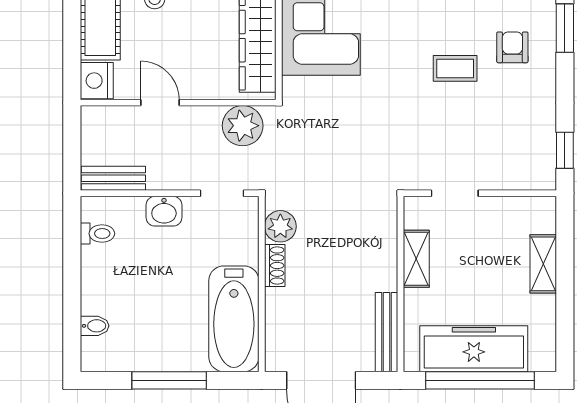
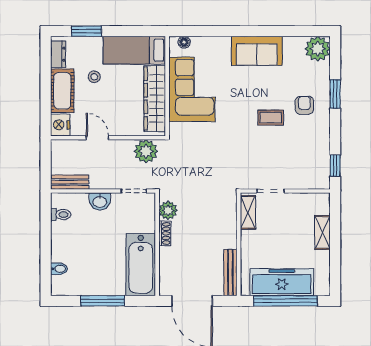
shelving: (416, 259) -> (248, 212), moved

